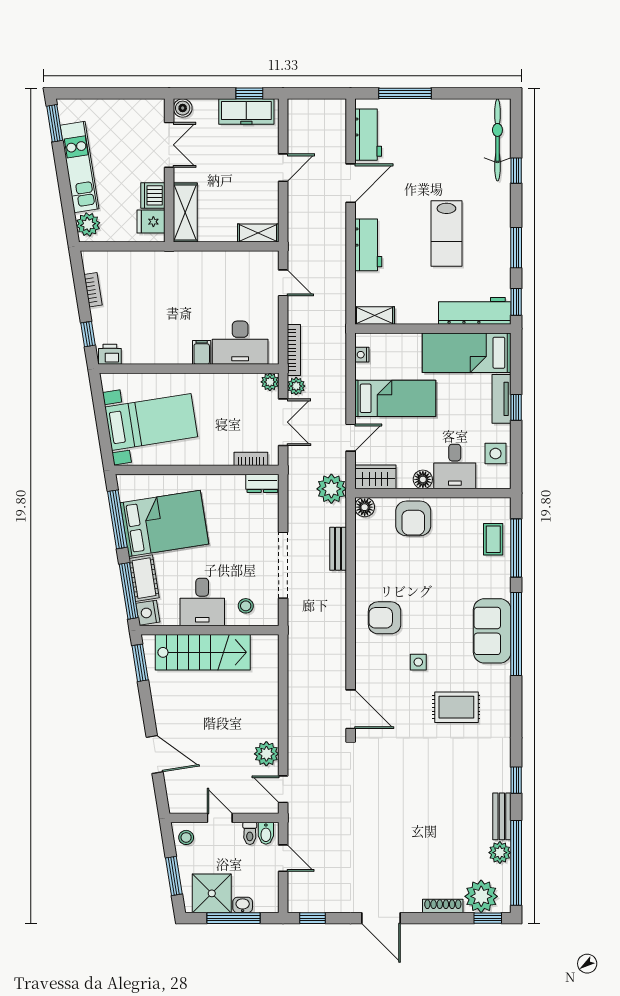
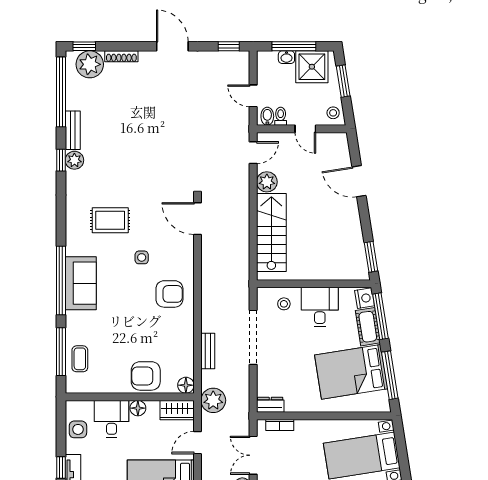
armchair: (413, 518) -> (146, 376), turned -90
stairs: (203, 652) -> (271, 233), moved, turned 90
door: (283, 789) -> (253, 153), hinge flipped
plant: (500, 853) -> (74, 160), moved

